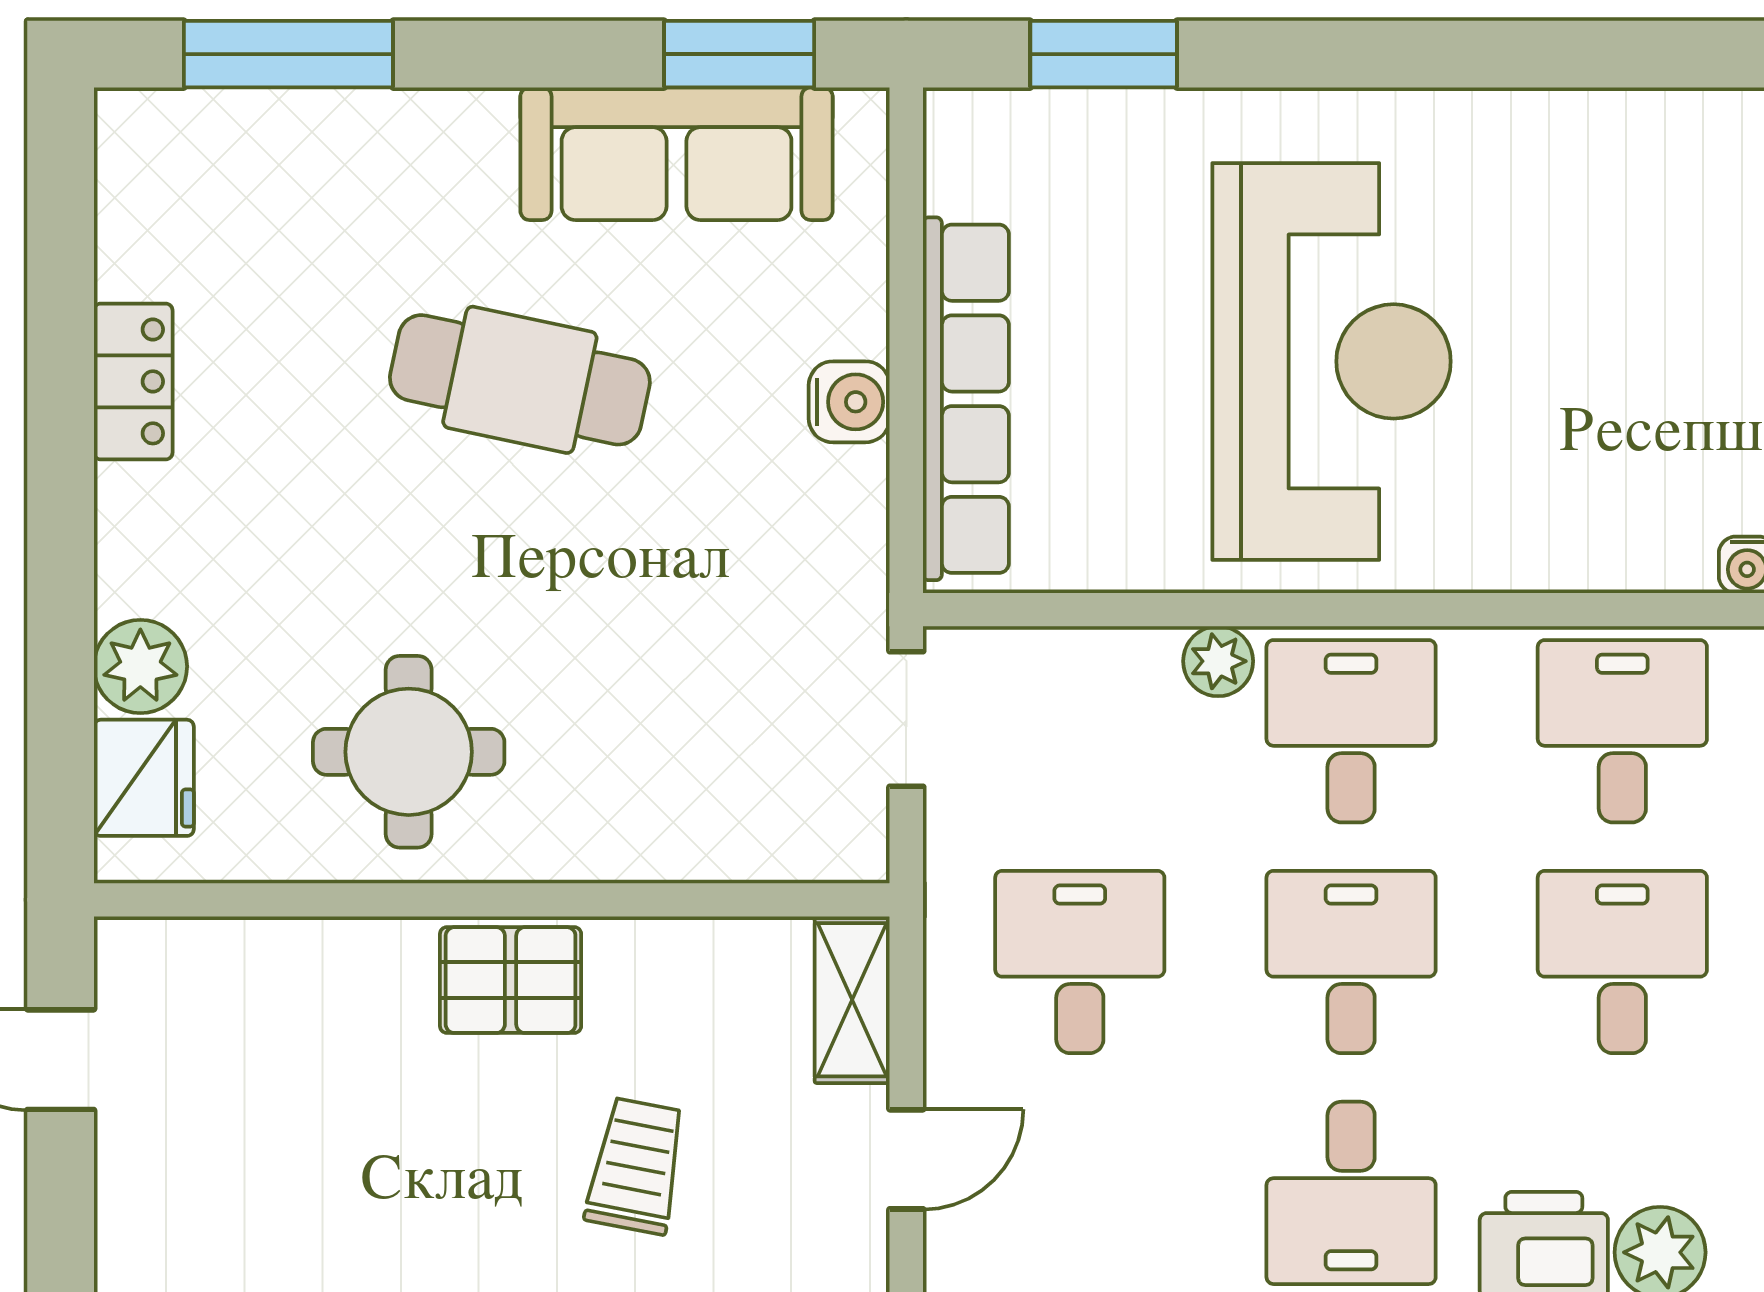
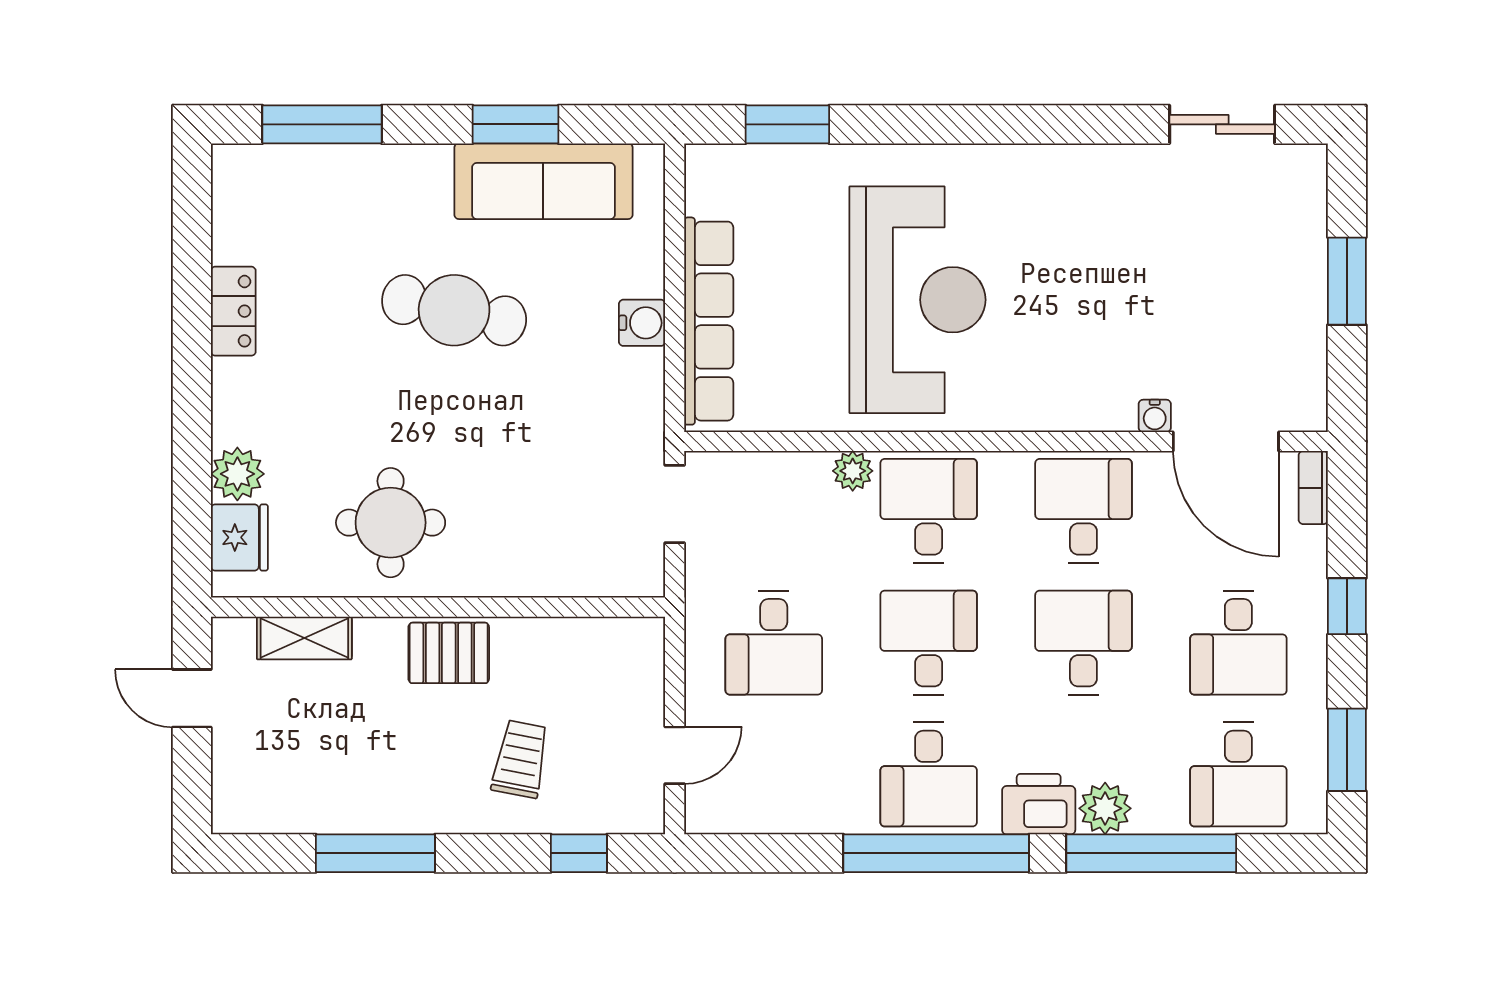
window: (739, 54) -> (515, 124), moved
desk: (1080, 962) -> (774, 643), turned 180
shelving: (852, 1000) -> (304, 638), moved, turned 90

